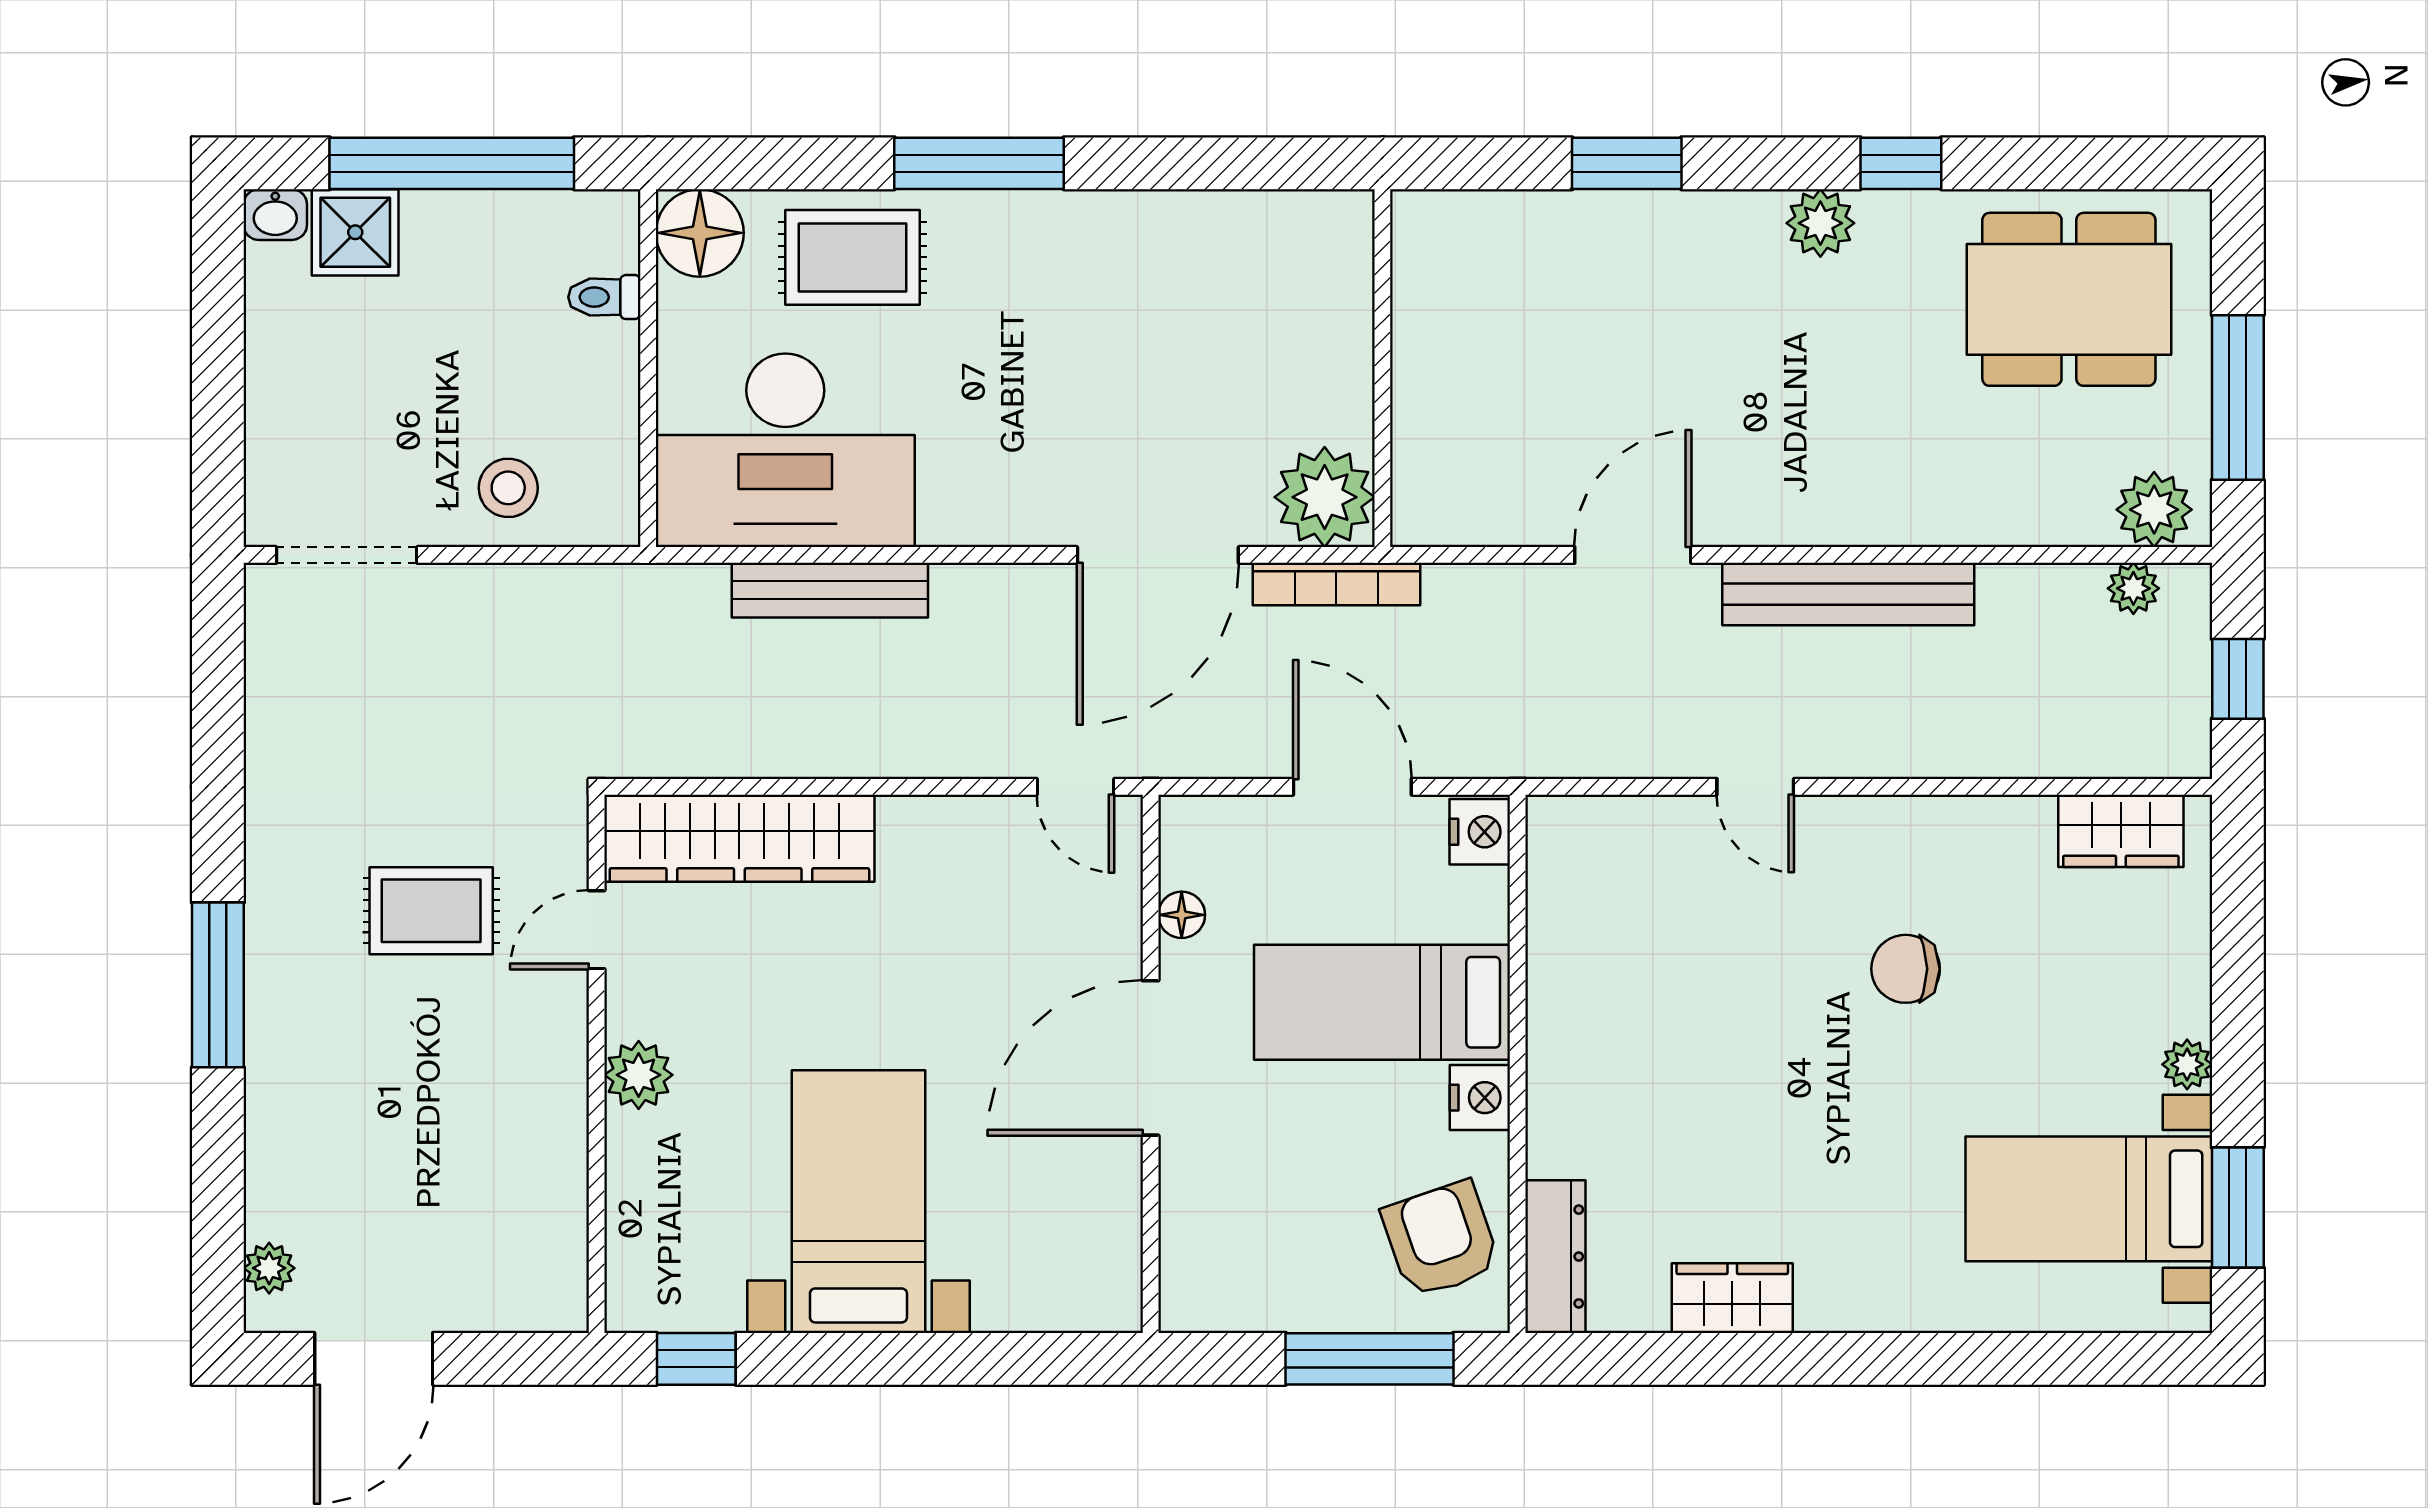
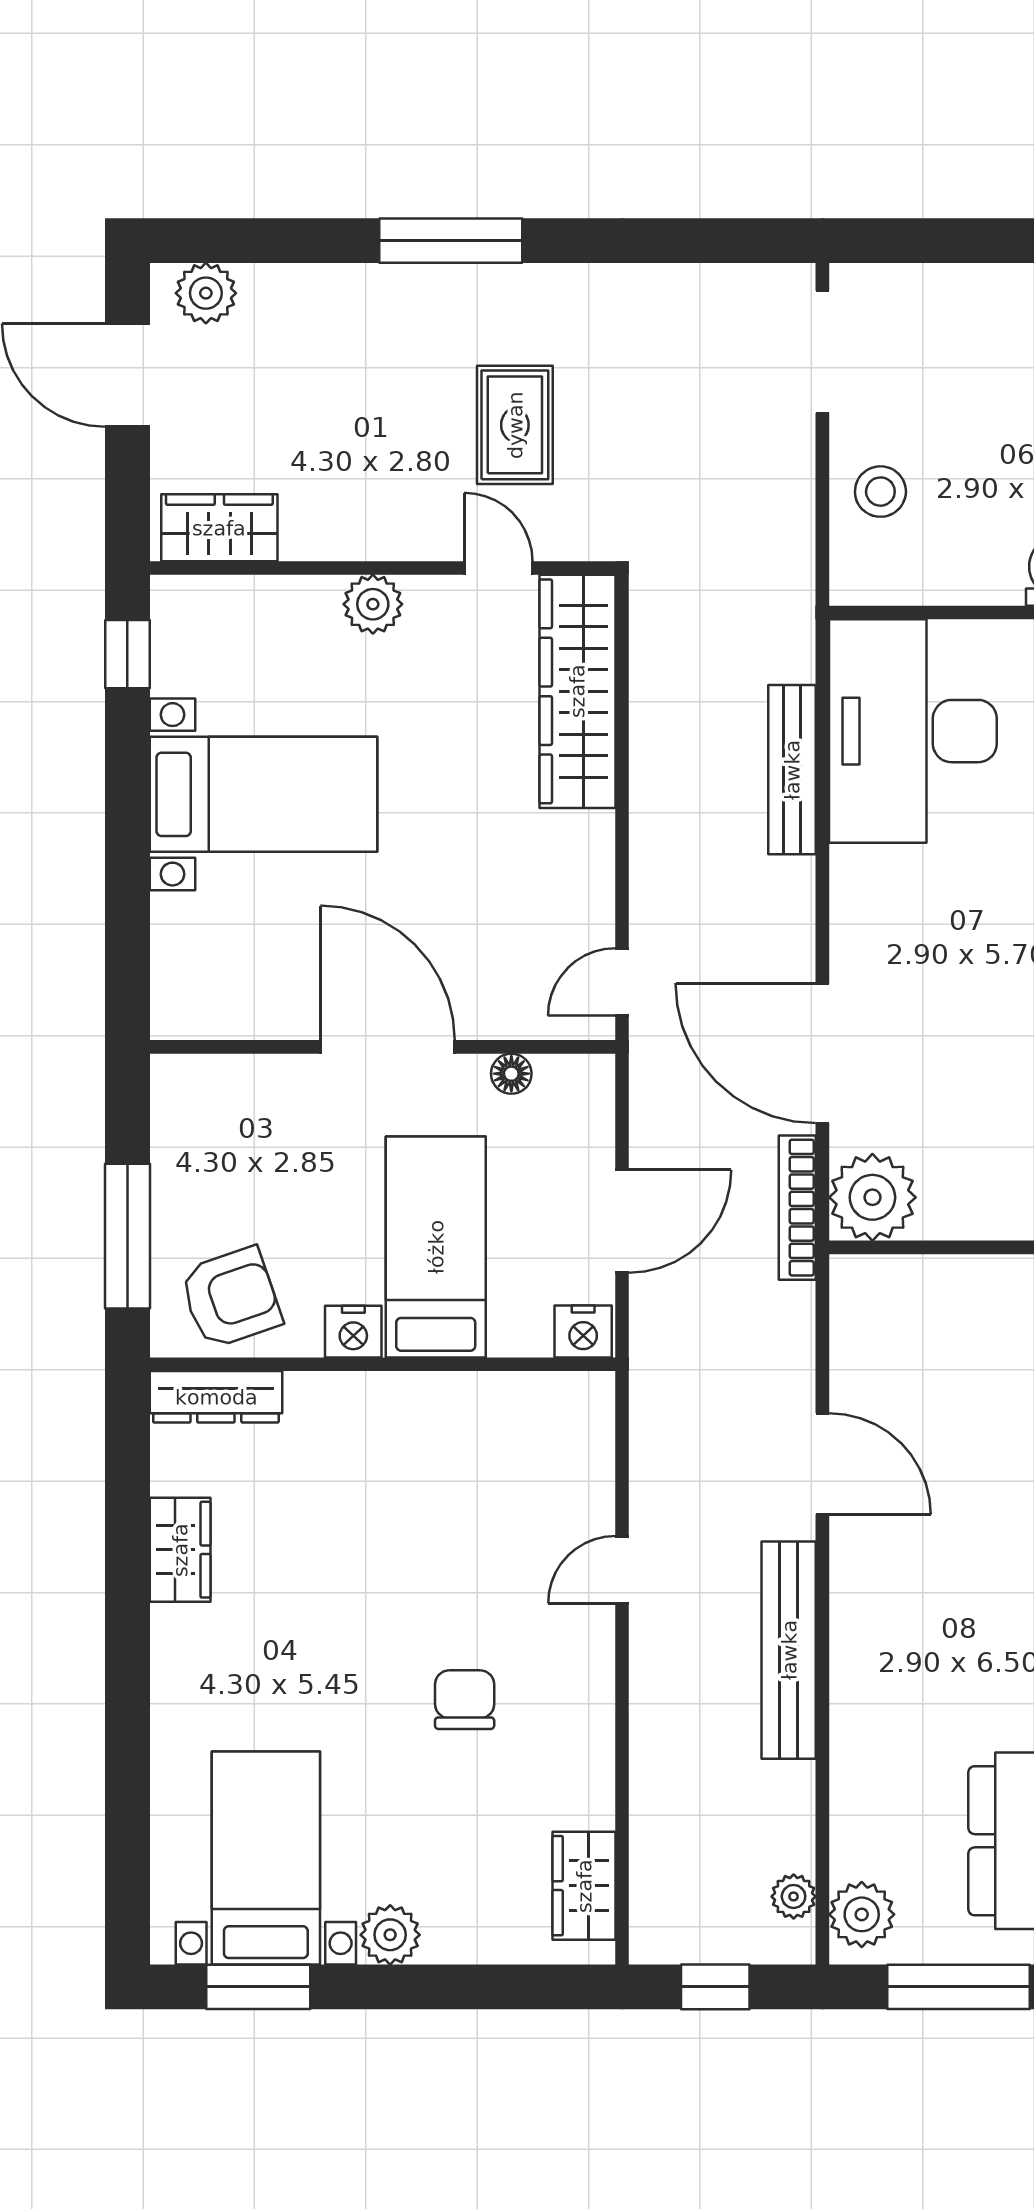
plant: (2187, 1064) -> (390, 1935), width x1.38, depth x1.38
wardrobe: (550, 1253) -> (219, 528), added
plant: (269, 1268) -> (206, 293), width x1.38, depth x1.38

